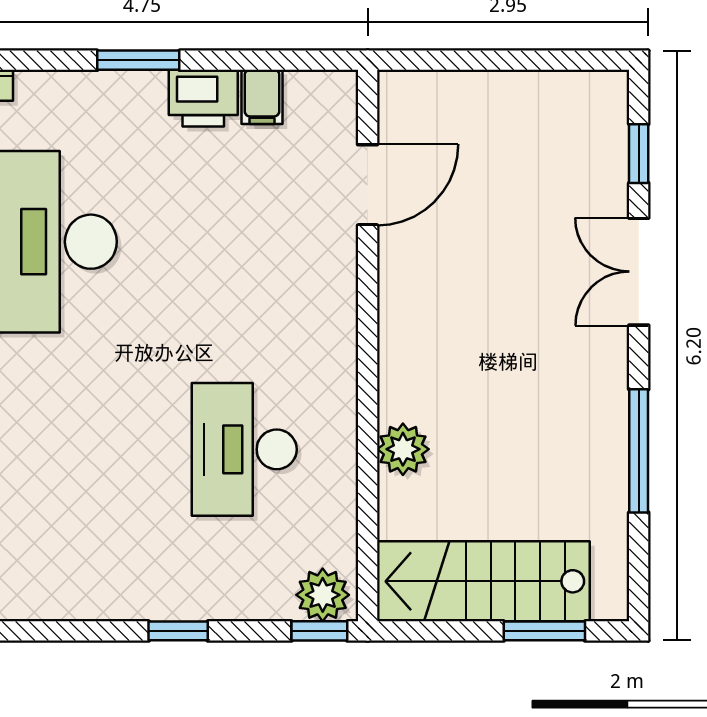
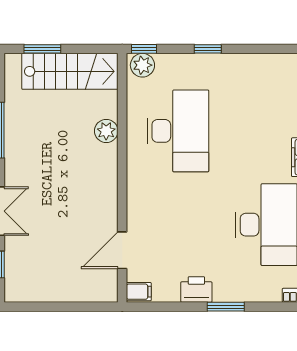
filing cabinet: (262, 97) -> (139, 292), moved, turned 90
desk: (244, 449) -> (178, 131), width x1.36, depth x1.30

